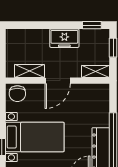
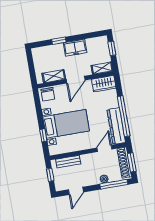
window: (92, 25) -> (59, 41), moved
wardrobe: (94, 93) -> (104, 84), added

